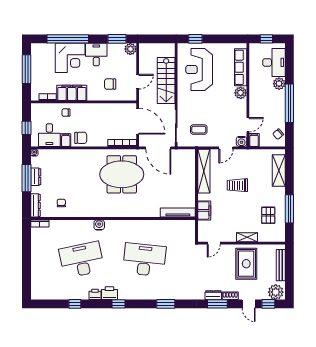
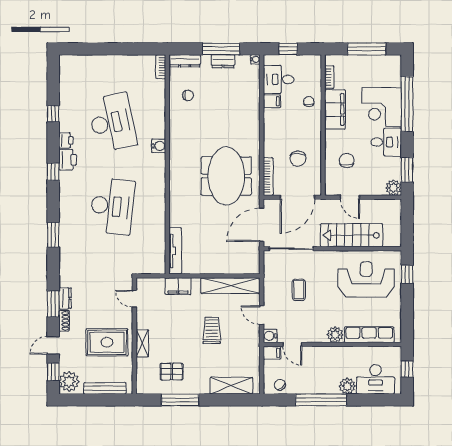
coffee table: (199, 130) -> (299, 290), moved
chair: (81, 138) -> (298, 159), moved

